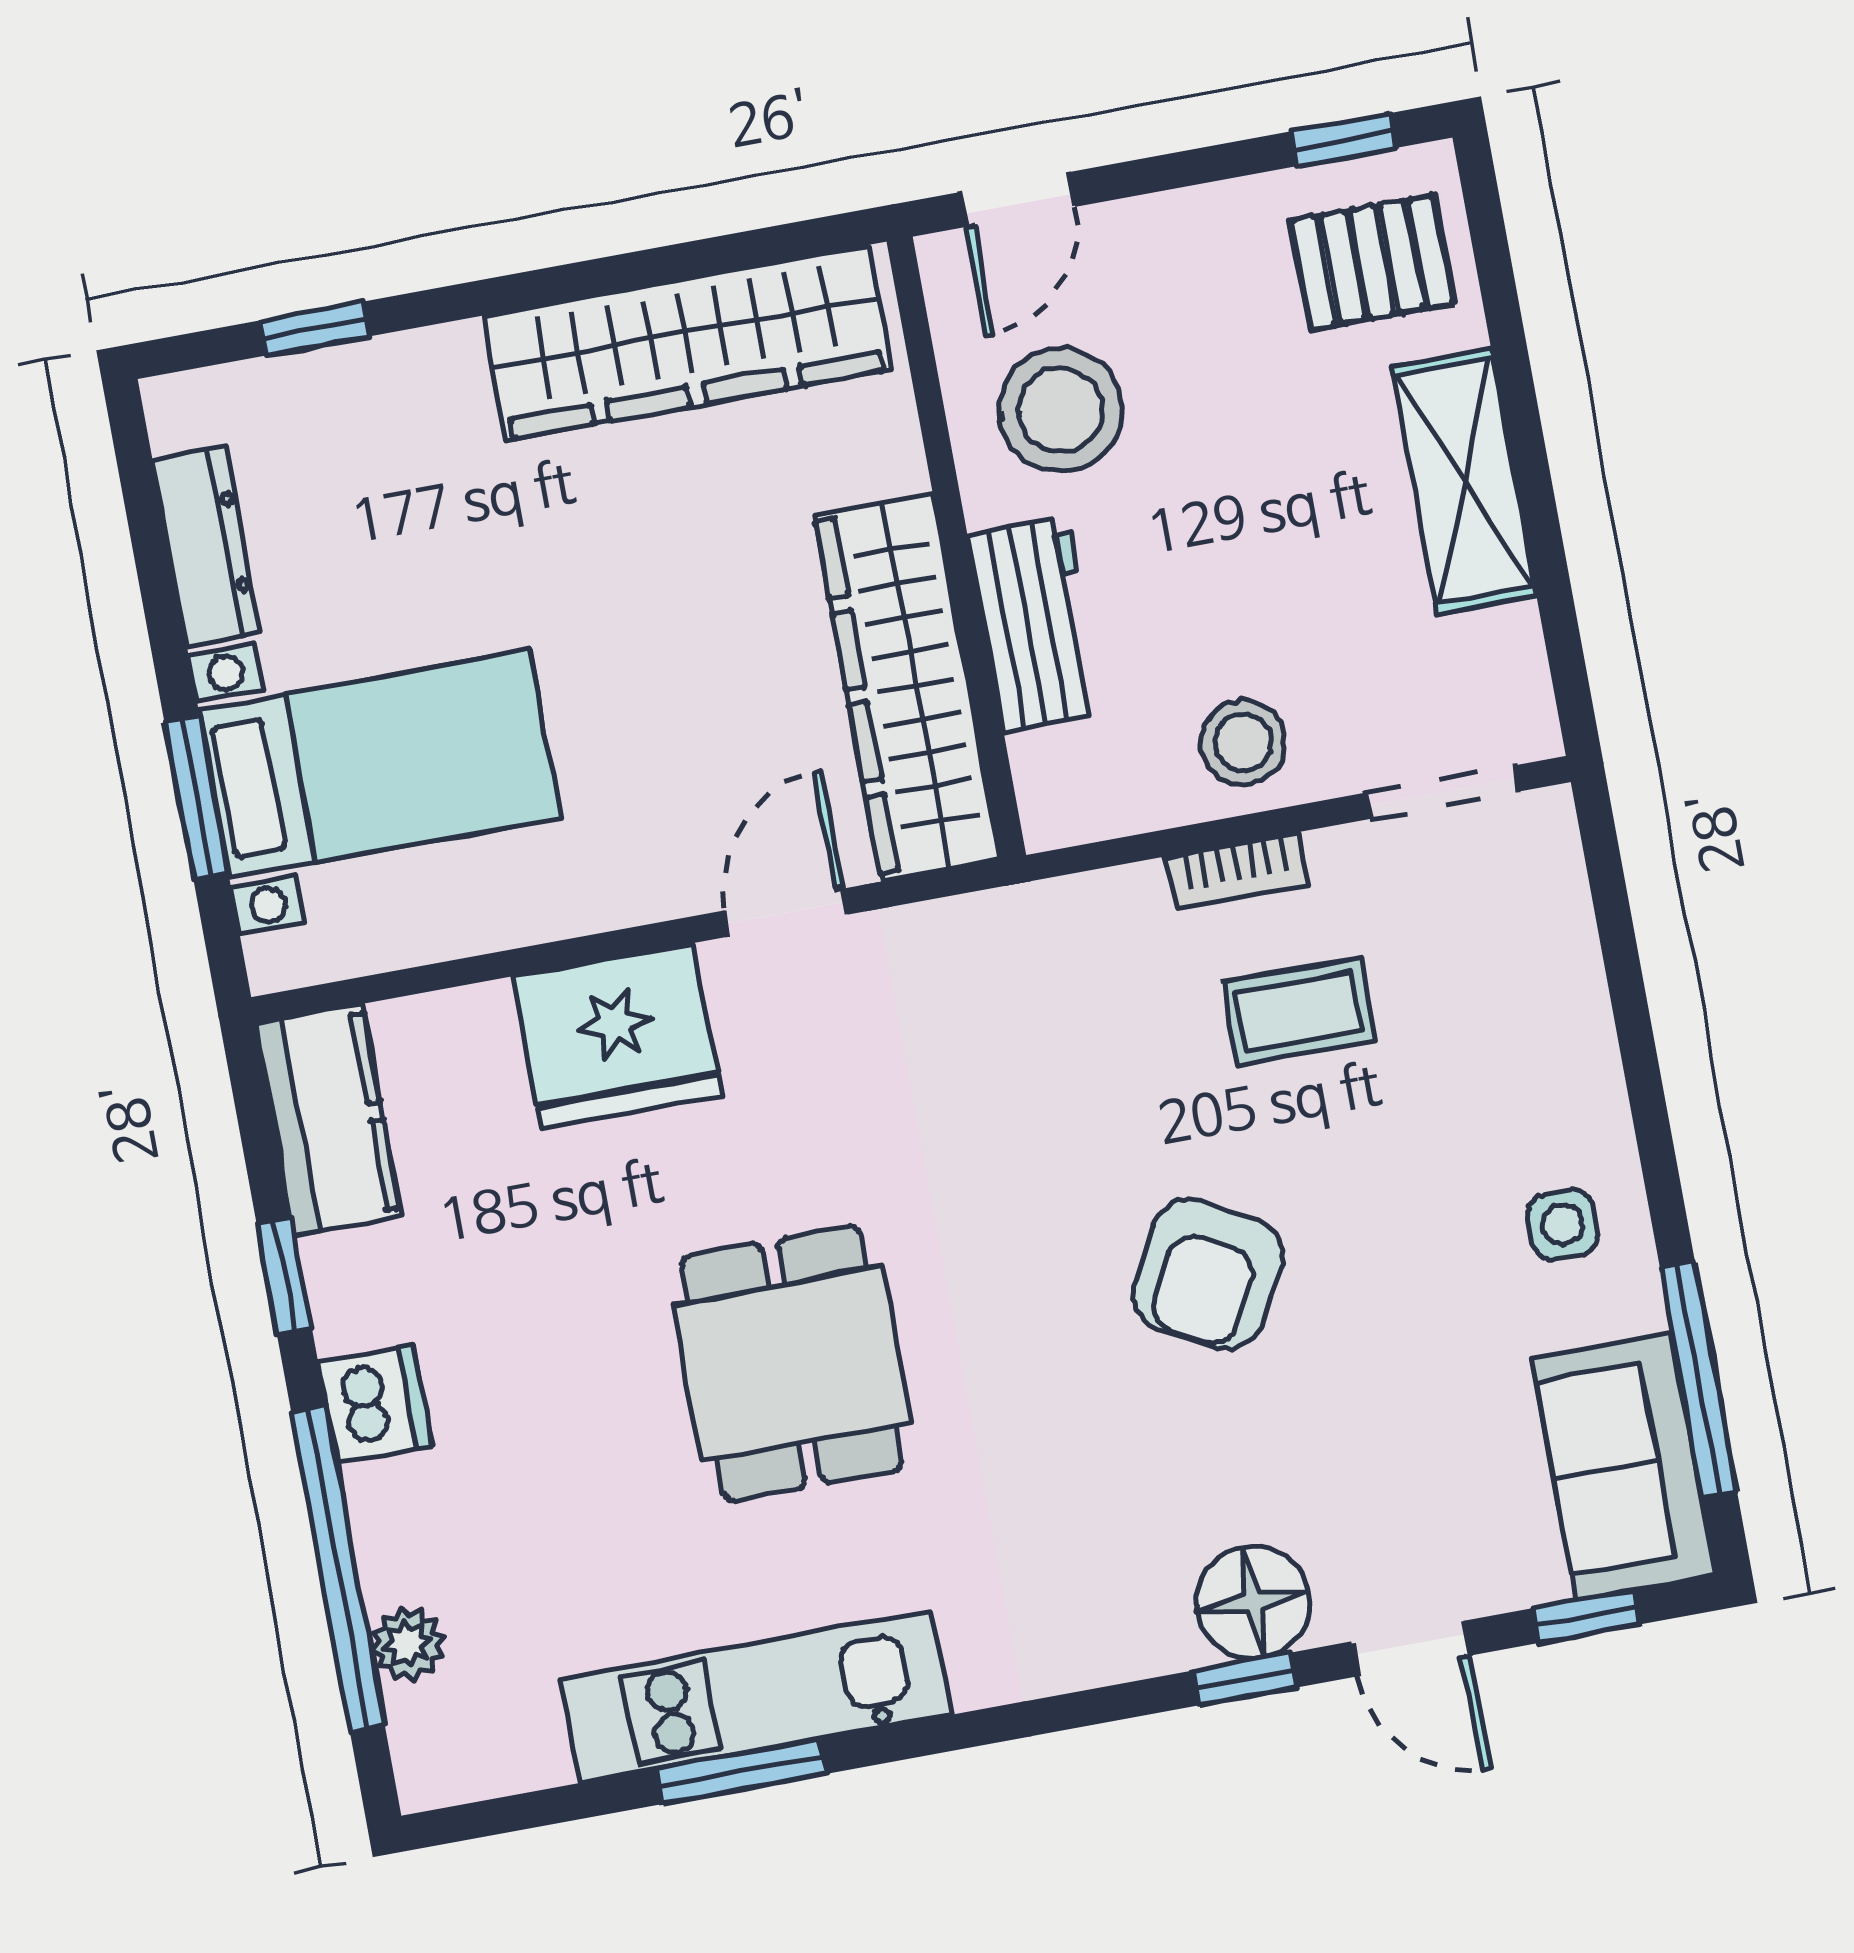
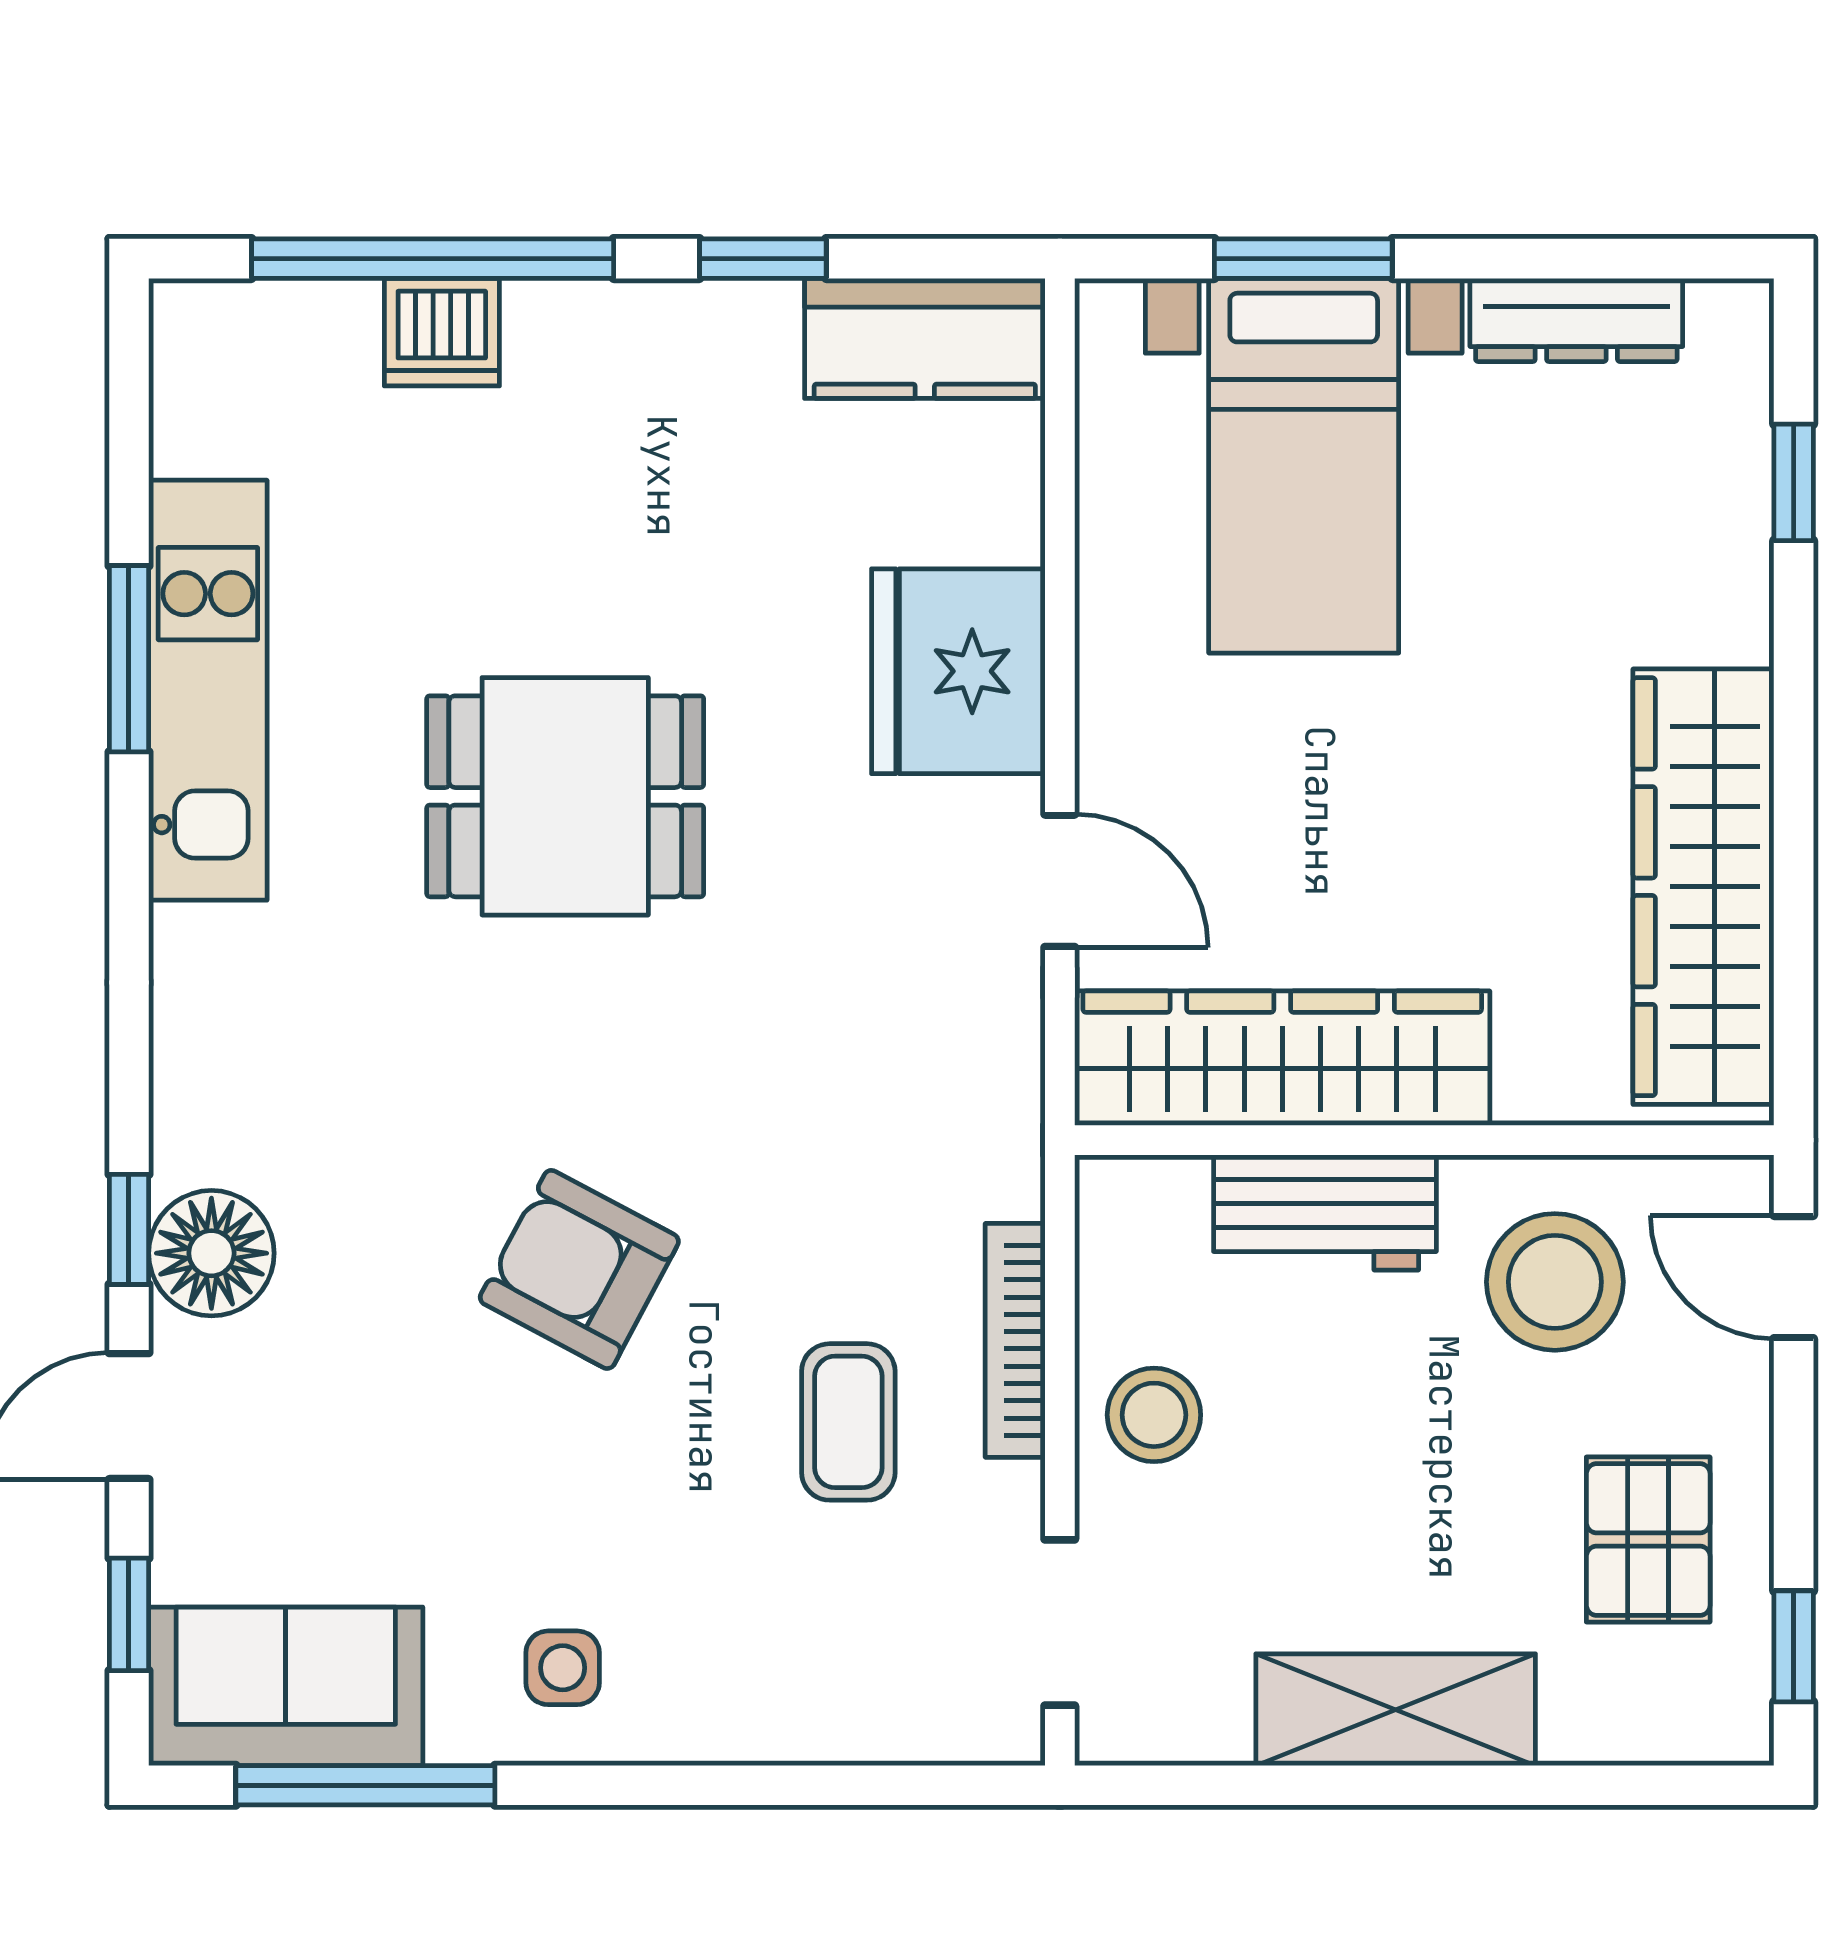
pallet: (1372, 262) -> (1648, 1540), moved
bookcase: (1237, 871) -> (1015, 1340), width x1.56
dishwasher: (375, 1403) -> (442, 332), moved
plant: (408, 1644) -> (335, 320), removed

